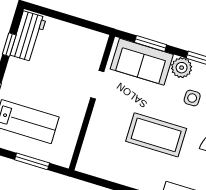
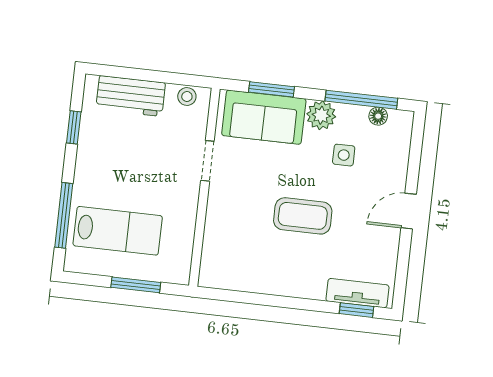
workbench: (28, 36) -> (131, 96), moved, turned 90
stool: (91, 38) -> (187, 97), added
coffee table: (156, 135) -> (303, 216), width x0.73, depth x0.76

